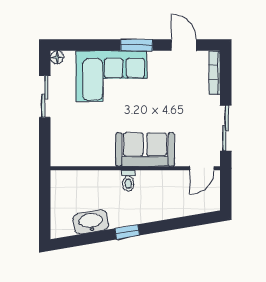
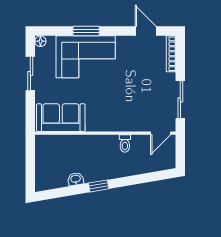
window: (137, 45) -> (86, 31), moved
sofa: (145, 150) -> (61, 118), moved
toilet: (128, 181) -> (125, 144), moved
washbasin: (91, 222) -> (76, 179), width x0.52, depth x0.69

